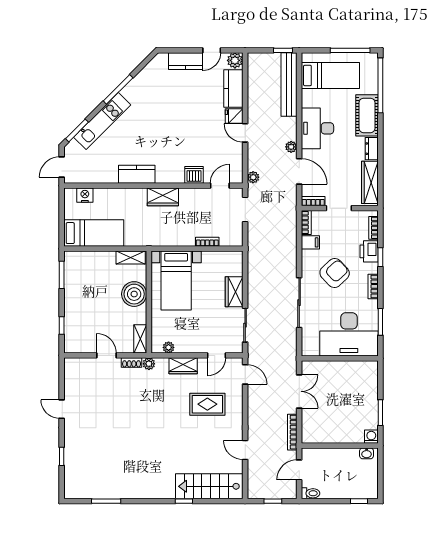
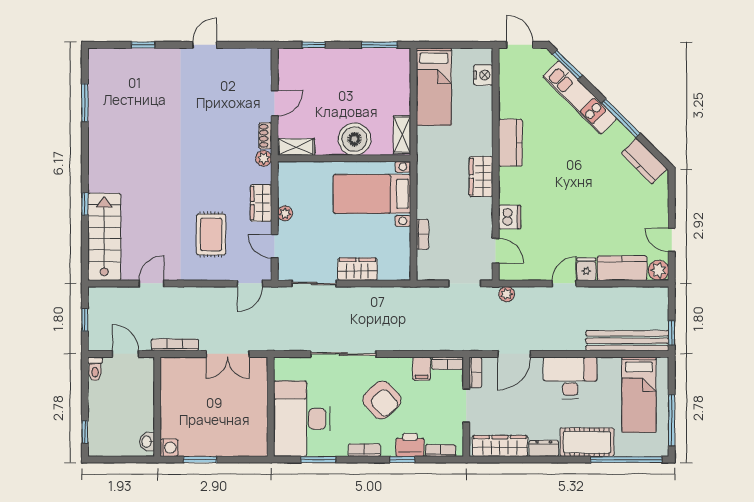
kitchen counter: (186, 61) -> (644, 161), moved, turned -45
plant: (291, 147) -> (546, 344), removed
plant: (169, 347) -> (285, 213), moved

